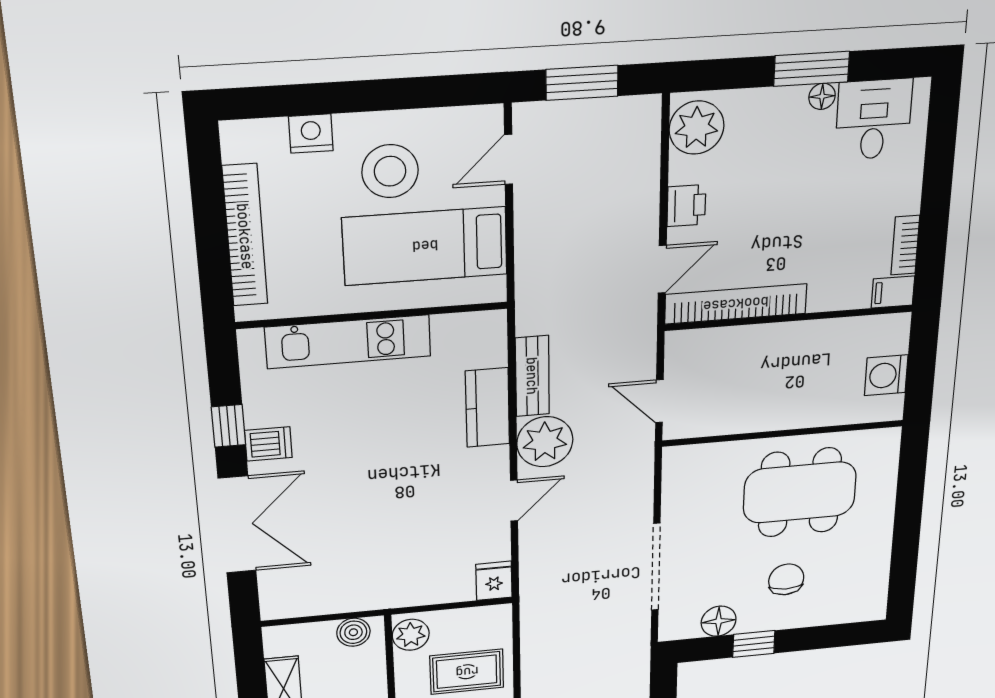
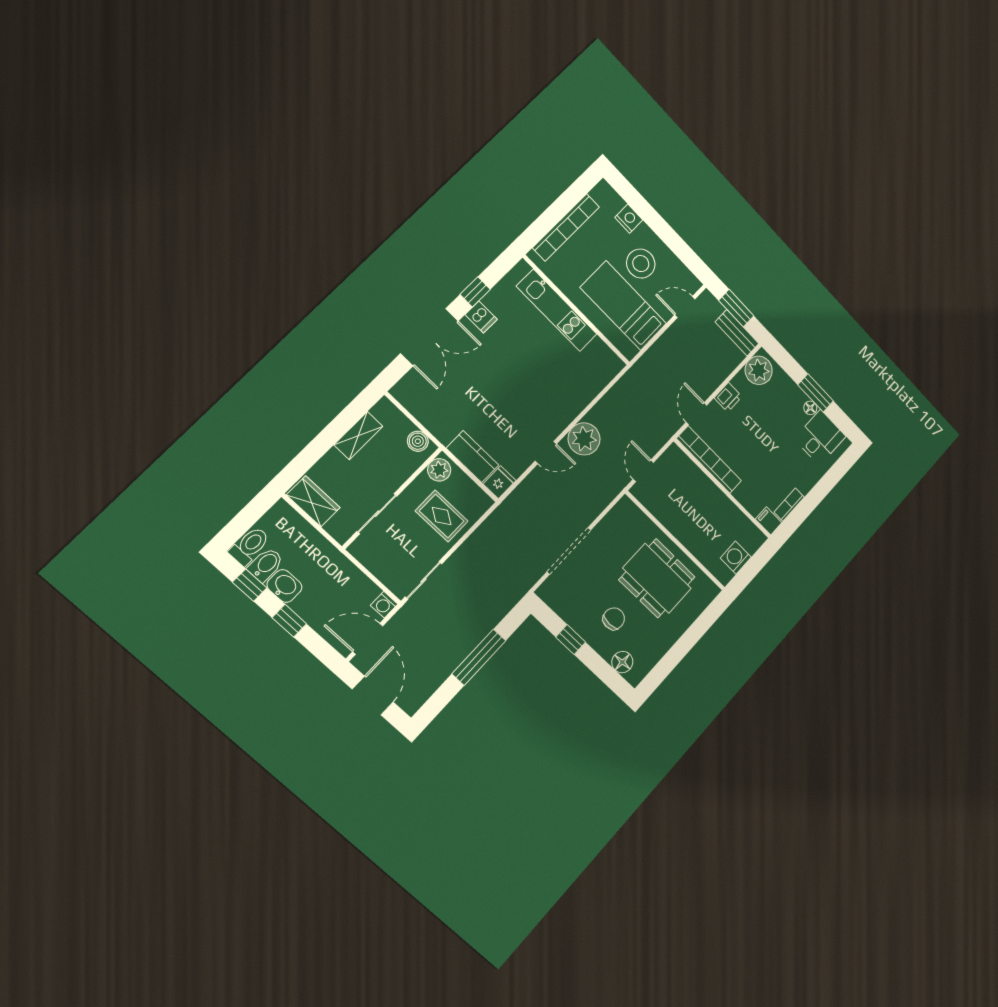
door: (662, 269) -> (696, 414), swing flipped
bench: (532, 376) -> (737, 333), moved, turned 90
kitchen counter: (487, 408) -> (472, 457), moved, turned 90
floor lamp: (719, 621) -> (622, 662), moved

